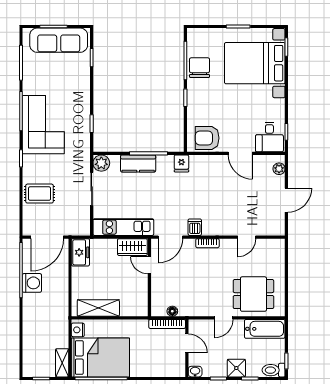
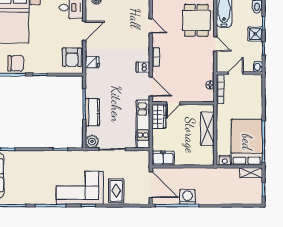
chair: (199, 68) -> (16, 63), turned 180
corner sofa: (43, 125) -> (80, 188), moved
fridge: (181, 163) -> (92, 62), moved
shelving: (98, 308) -> (207, 129), moved

